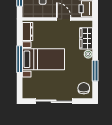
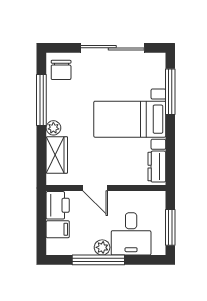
window: (20, 59) -> (170, 92), moved
window: (95, 71) -> (41, 100), width x1.44

